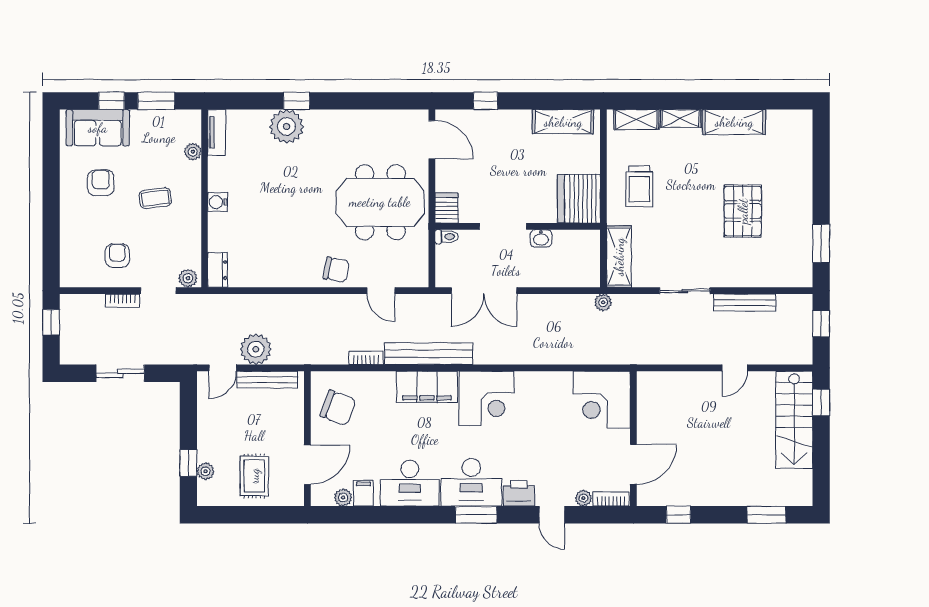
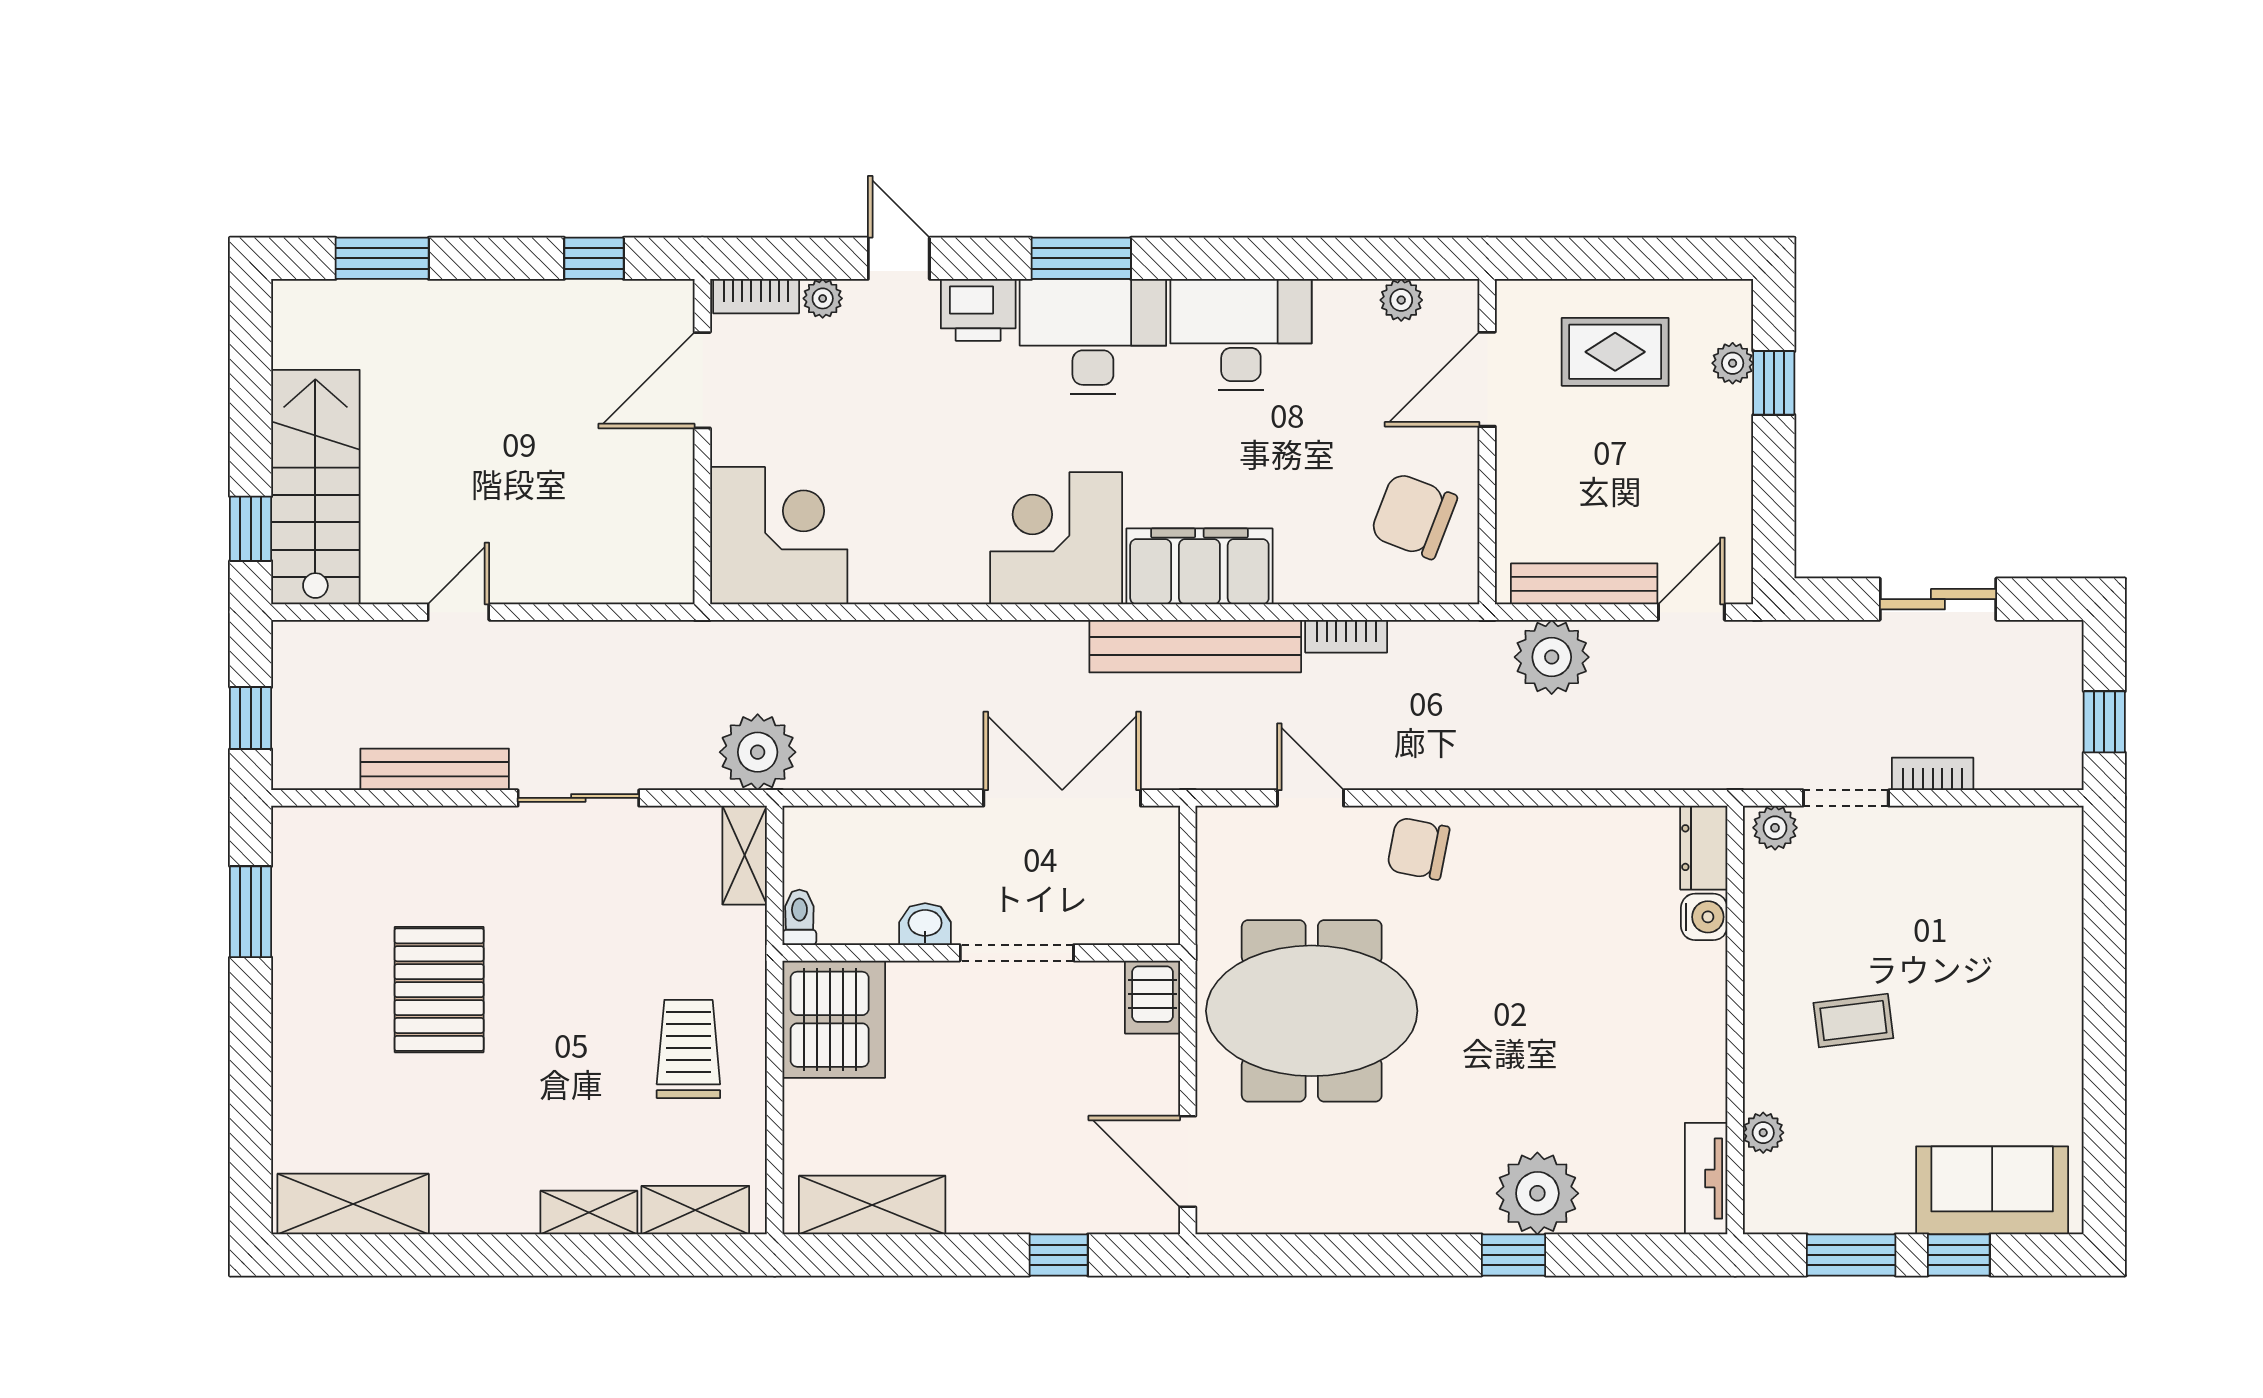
shelving: (734, 122) -> (353, 1204), moved
armchair: (101, 183) -> (1985, 1058), removed
water cooler: (217, 202) -> (1704, 917), moved
toilet: (447, 237) -> (799, 917), moved, turned 90
armchair: (117, 256) -> (1945, 882), removed
shelving: (619, 257) -> (745, 855), width x0.67, depth x0.75
plant: (603, 302) -> (758, 752), width x1.88, depth x1.88
plant: (256, 349) -> (1552, 657), moved
rug: (254, 476) -> (1615, 352), turned 90
filing cabinet: (363, 493) -> (1352, 311), removed

